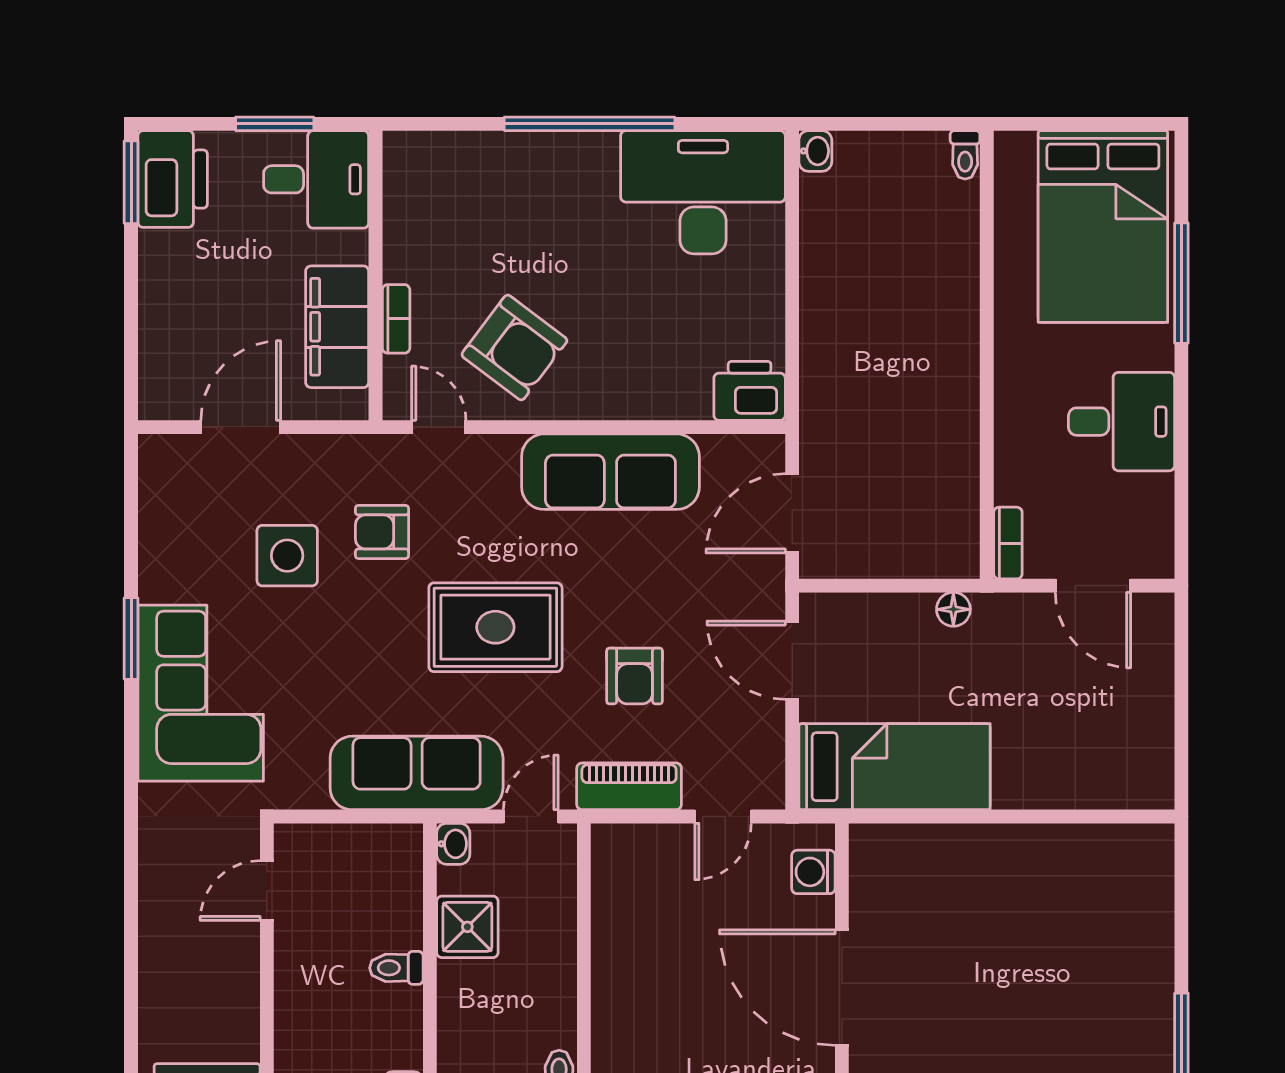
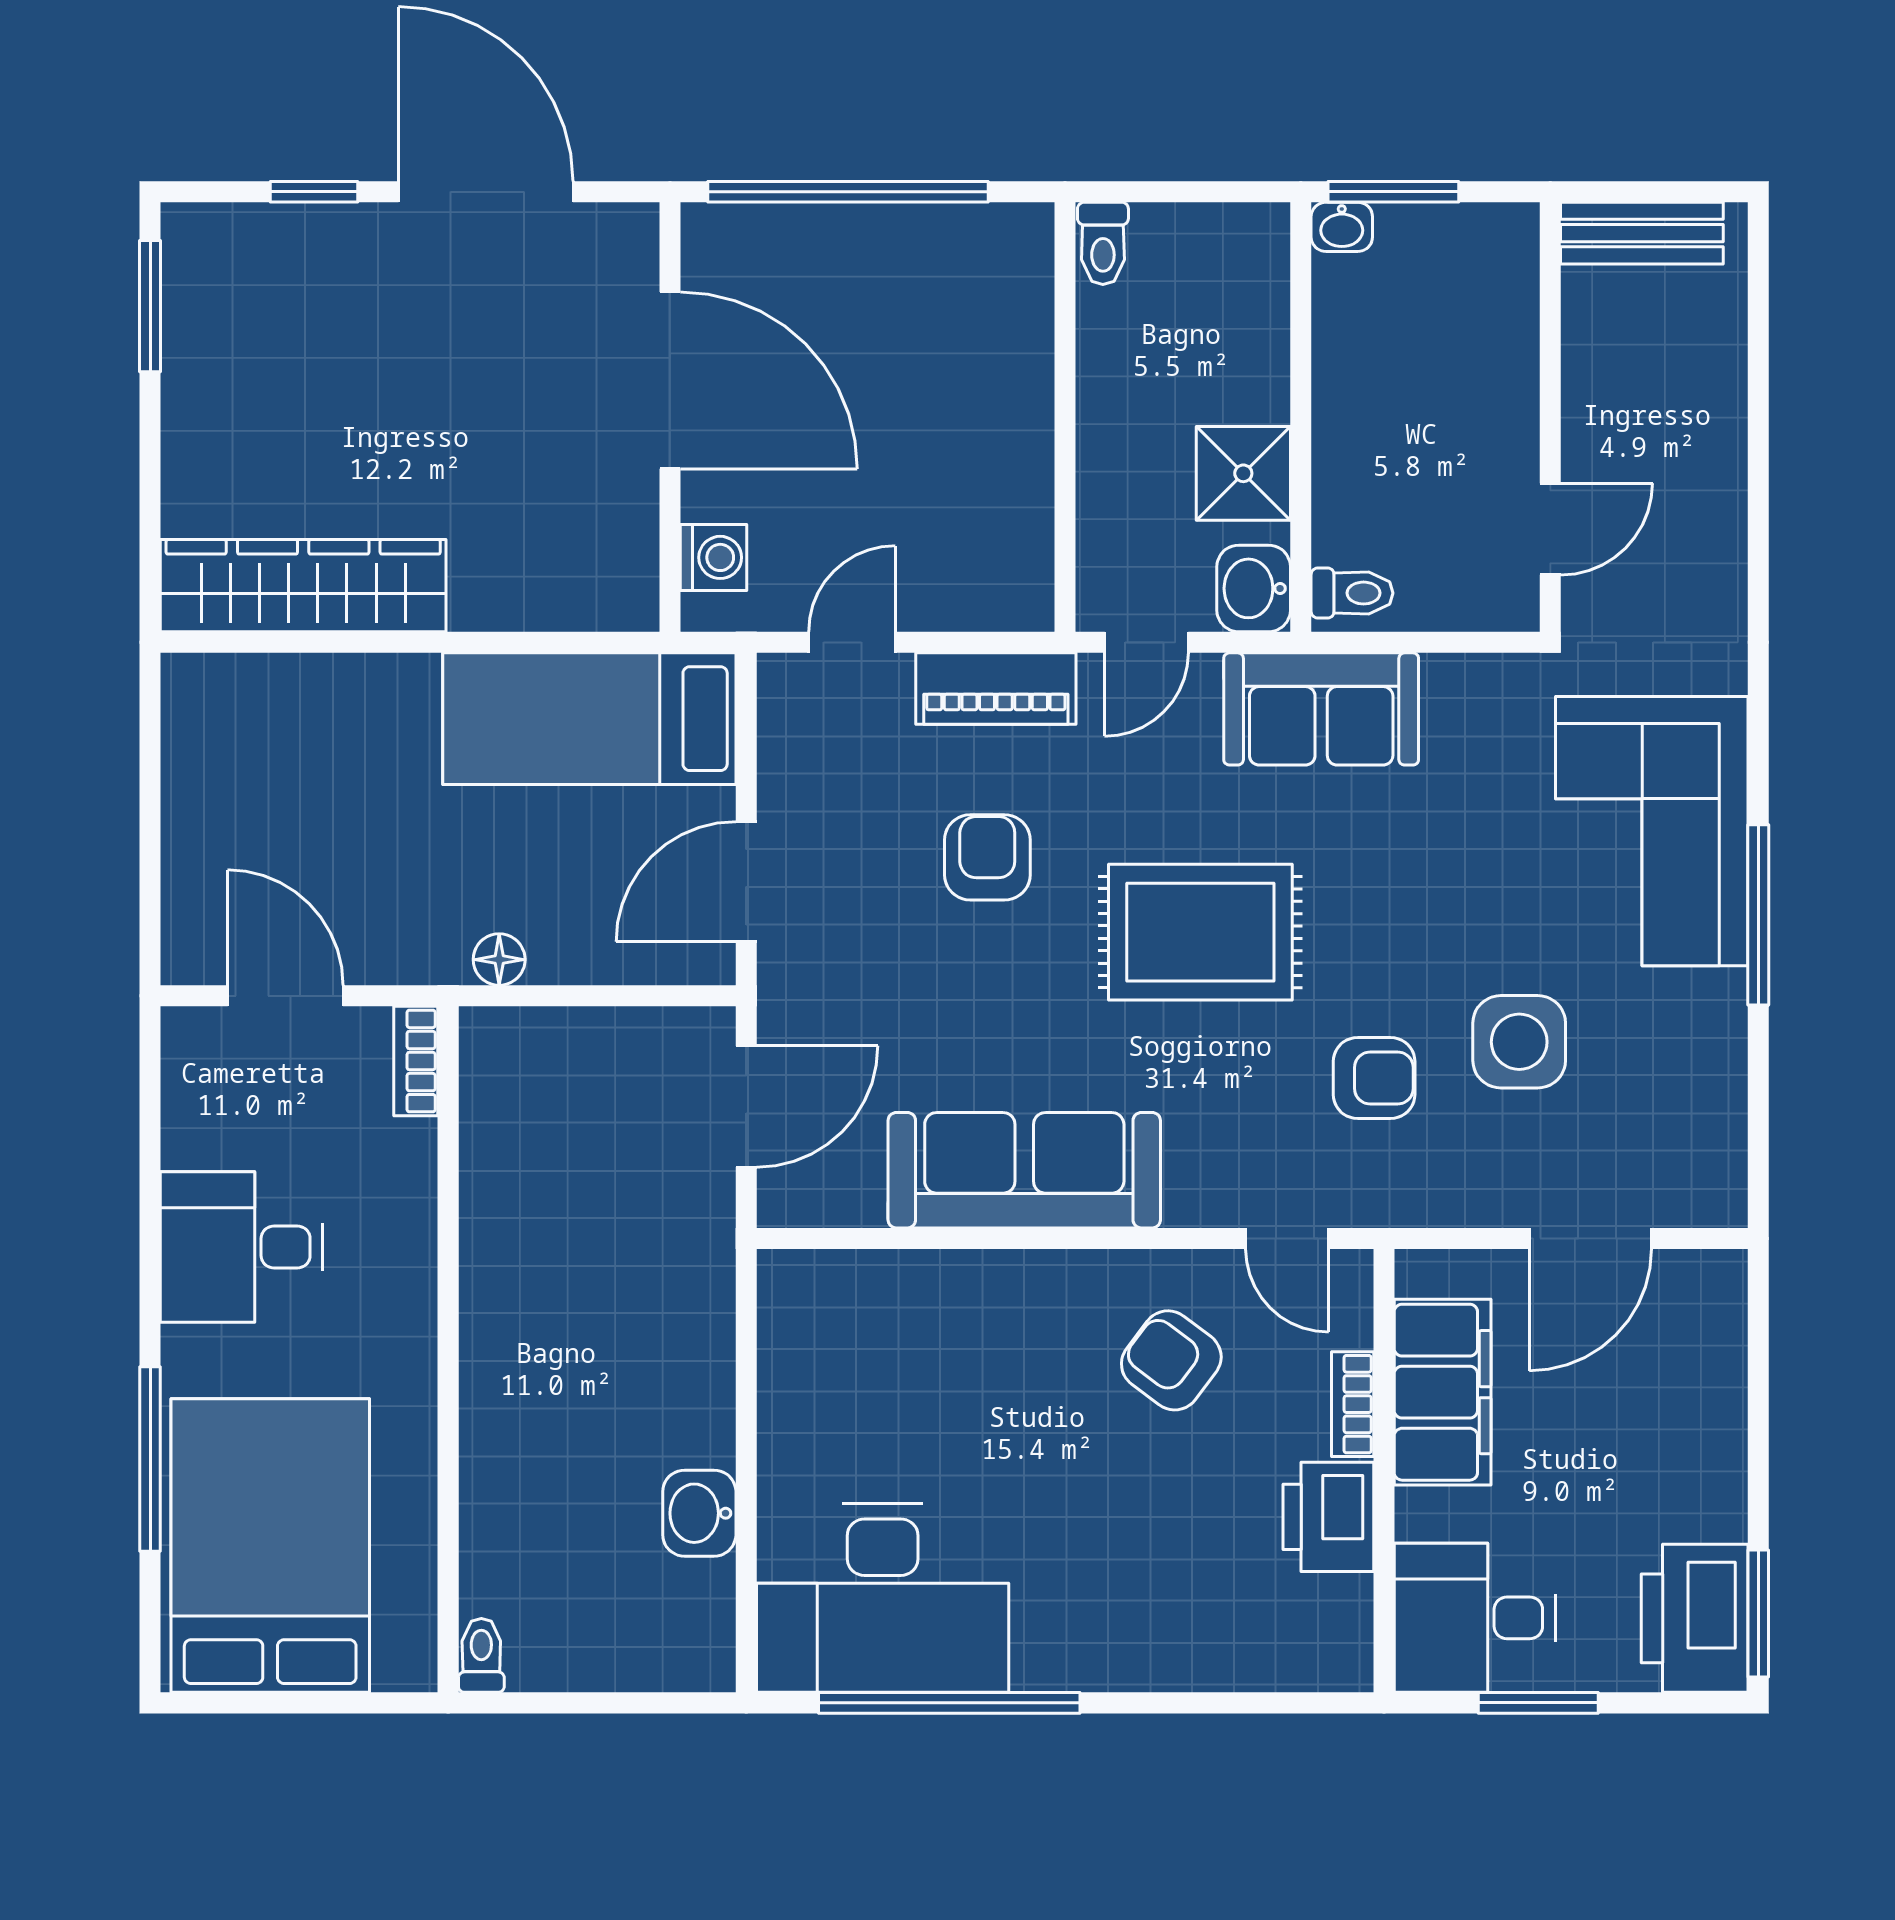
window: (589, 124) -> (949, 1703), moved
washbasin: (815, 151) -> (699, 1513), moved, width x1.38, depth x1.45
armchair: (514, 347) -> (1171, 1360), width x0.72, depth x0.72
printer: (750, 391) -> (1328, 1517), moved, turned 90
window: (131, 638) -> (1758, 915), width x1.44
door: (792, 660) -> (746, 882), swing flipped
sofa: (417, 773) -> (1321, 709), width x0.73
washbasin: (453, 844) -> (1254, 588), width x1.38, depth x1.45
wardrobe: (1081, 853) -> (303, 586), added
toilet: (396, 968) -> (1352, 593), moved

